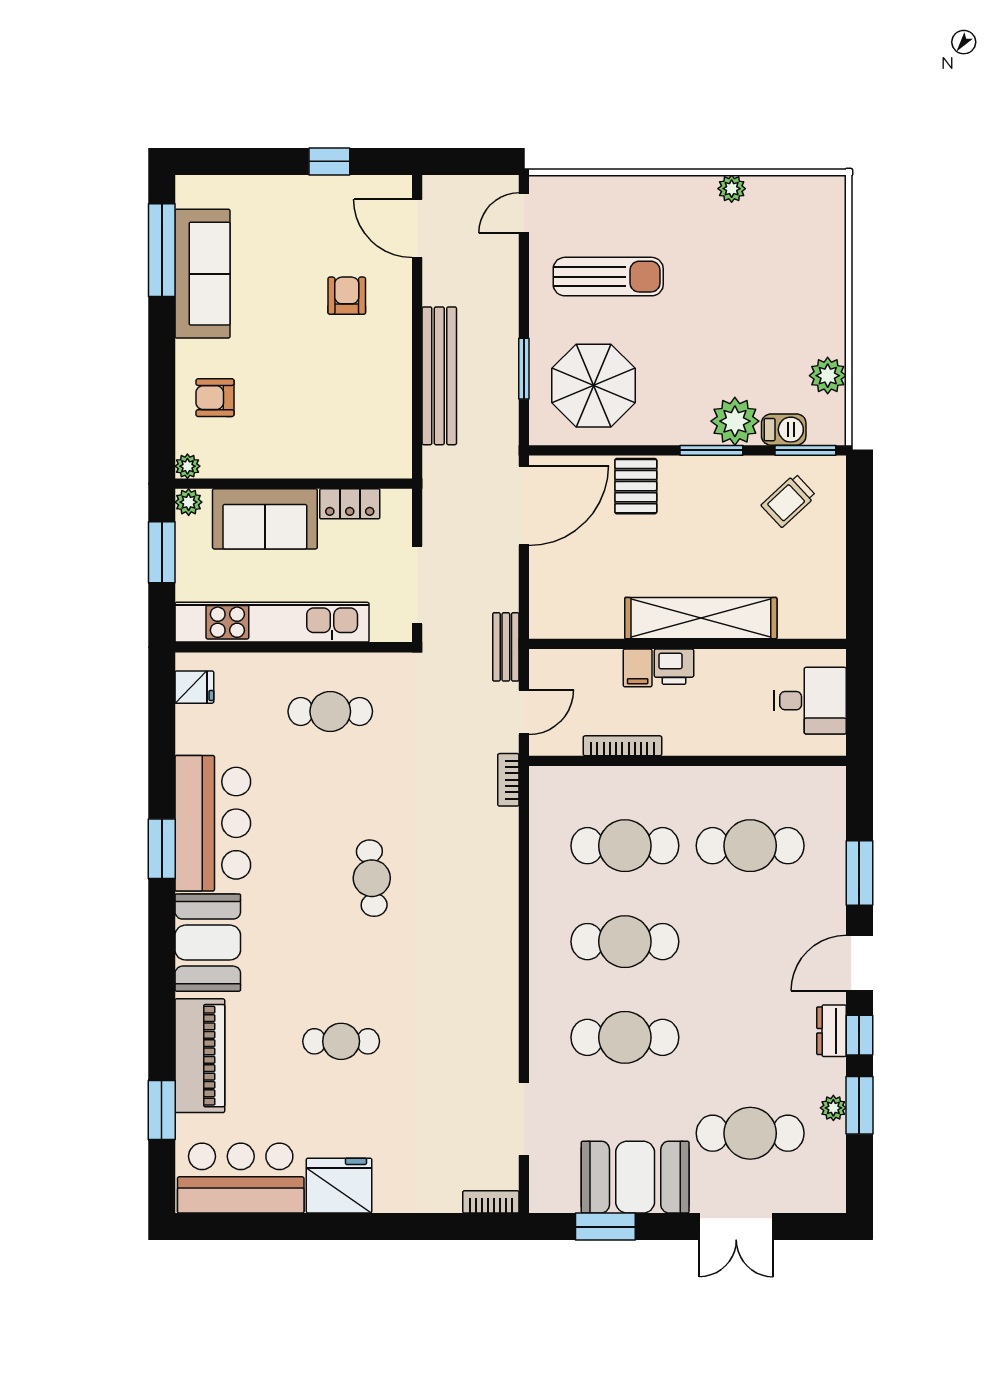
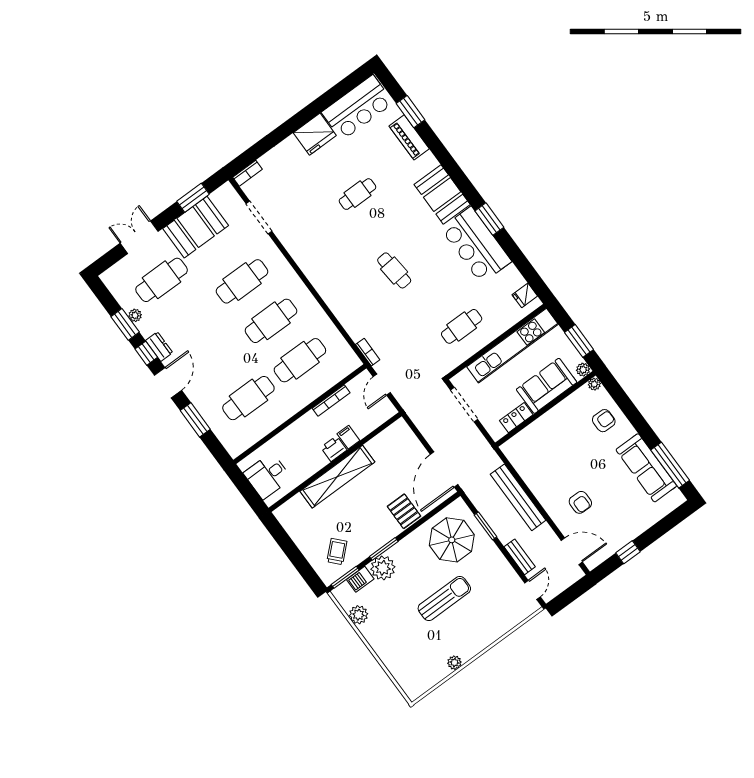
sun lounger: (608, 277) -> (444, 599), moved, turned 180
bench: (506, 647) -> (520, 557), moved
piano: (200, 1056) -> (409, 137), width x0.73, depth x0.75

